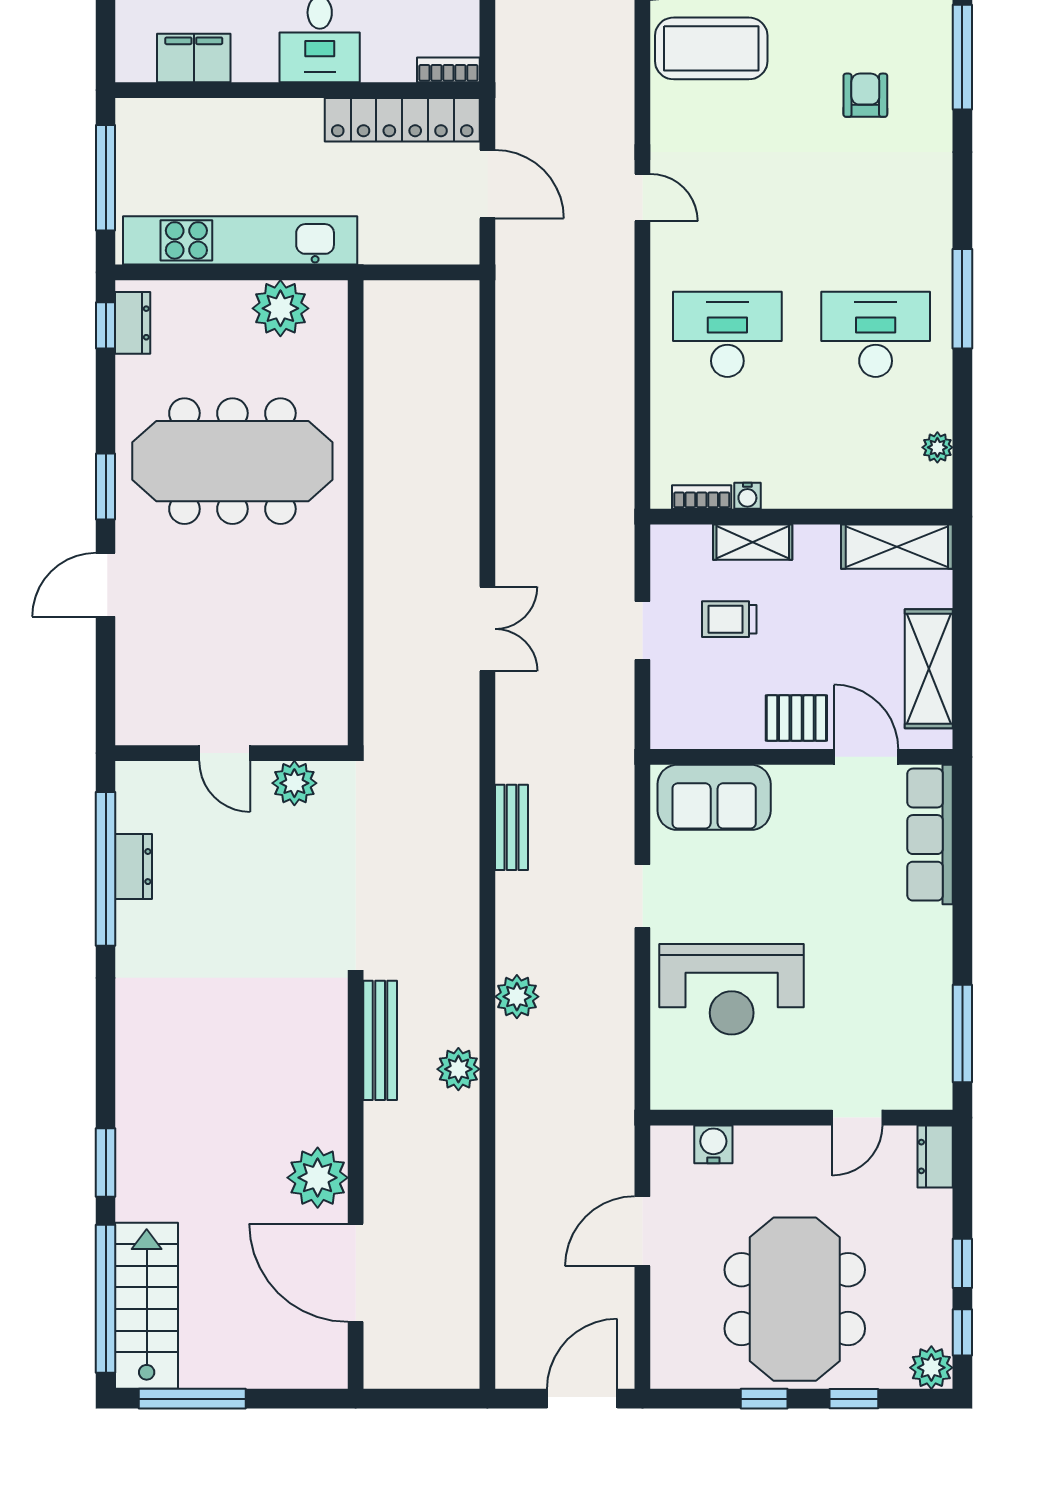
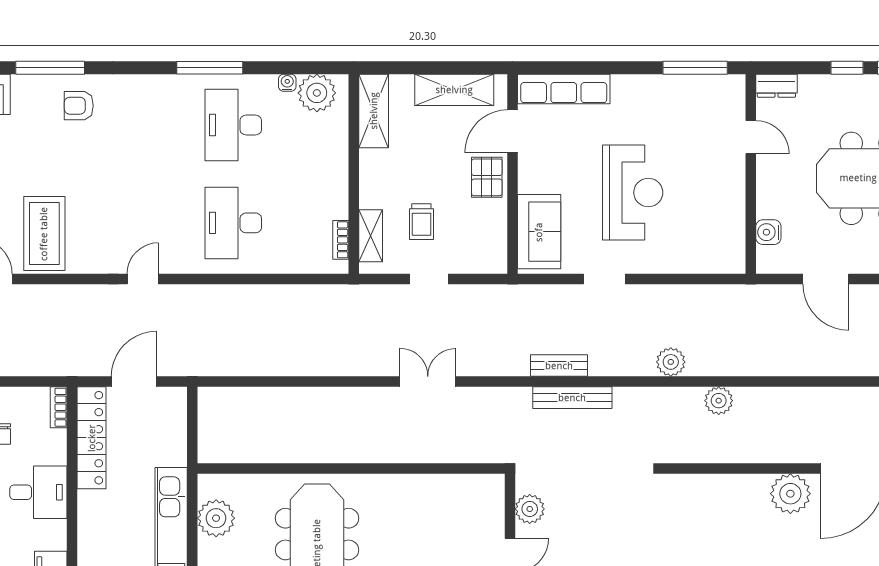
armchair: (865, 95) -> (79, 106), moved
plant: (937, 447) -> (317, 93), width x1.88, depth x1.88
water cooler: (747, 496) -> (287, 83), moved, turned -90
shelving: (753, 542) -> (371, 236), moved
reception desk: (732, 989) -> (633, 193), moved
bench: (380, 1040) -> (572, 398), moved

